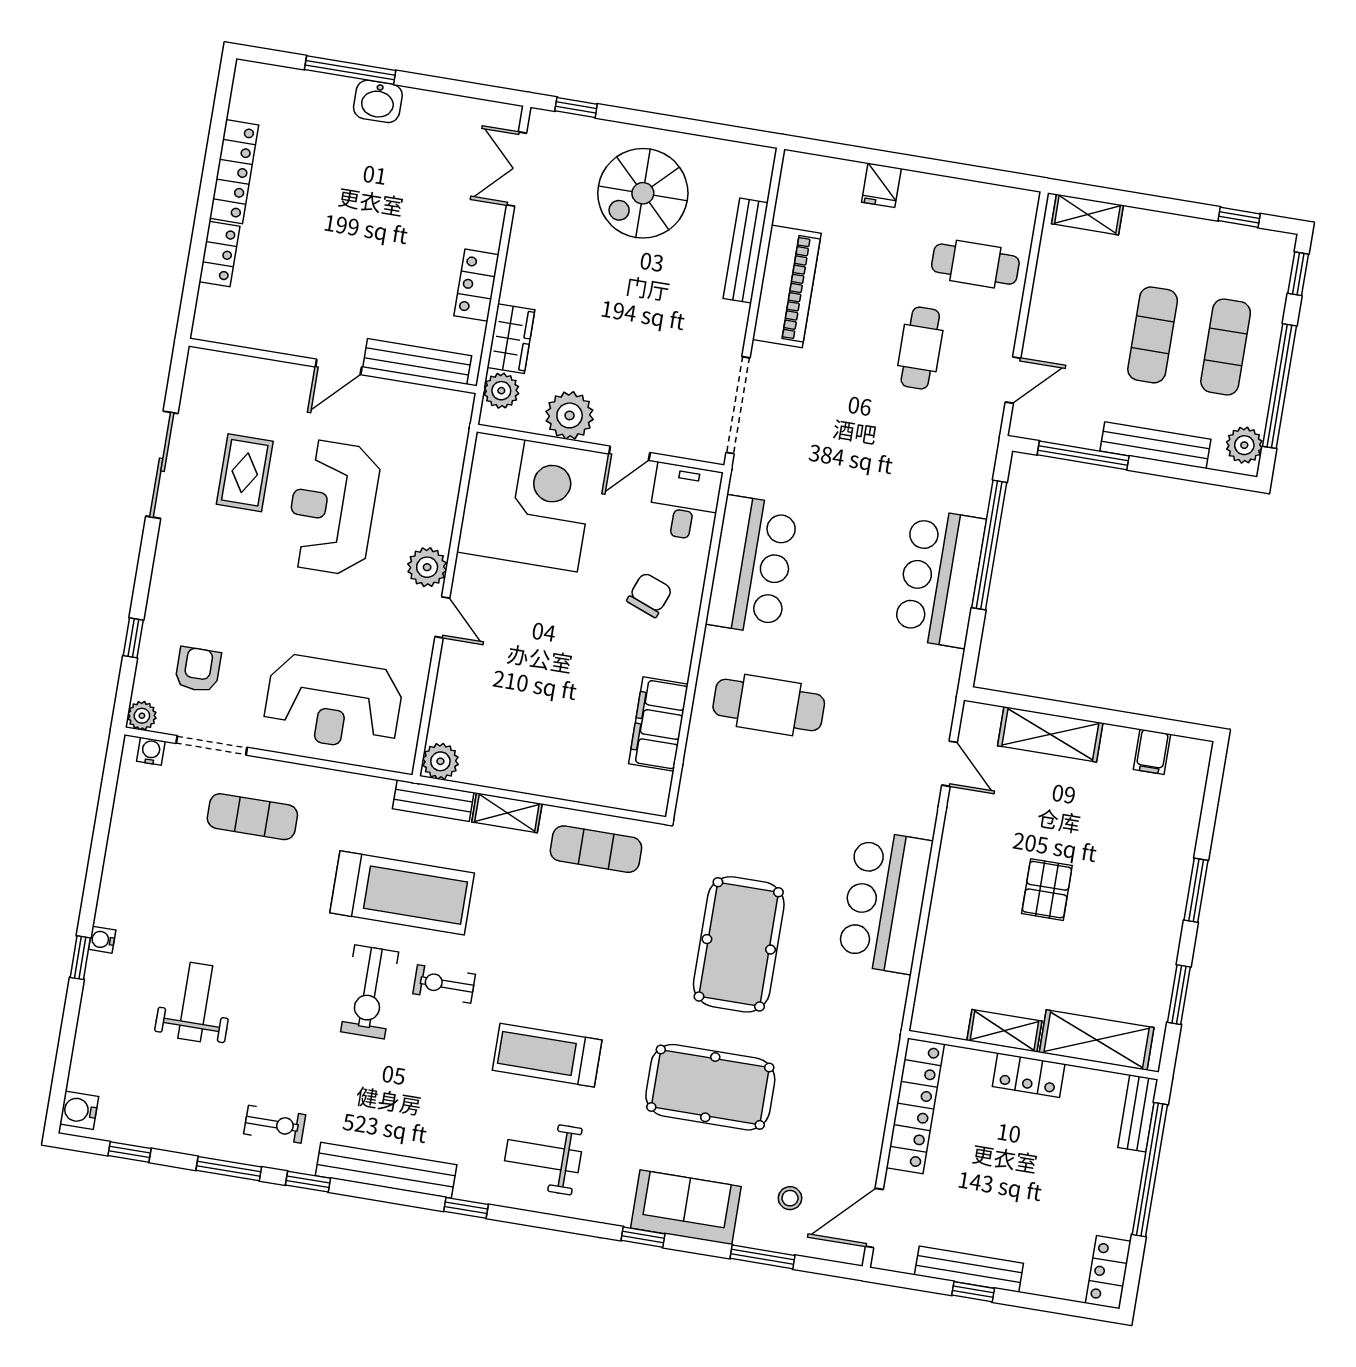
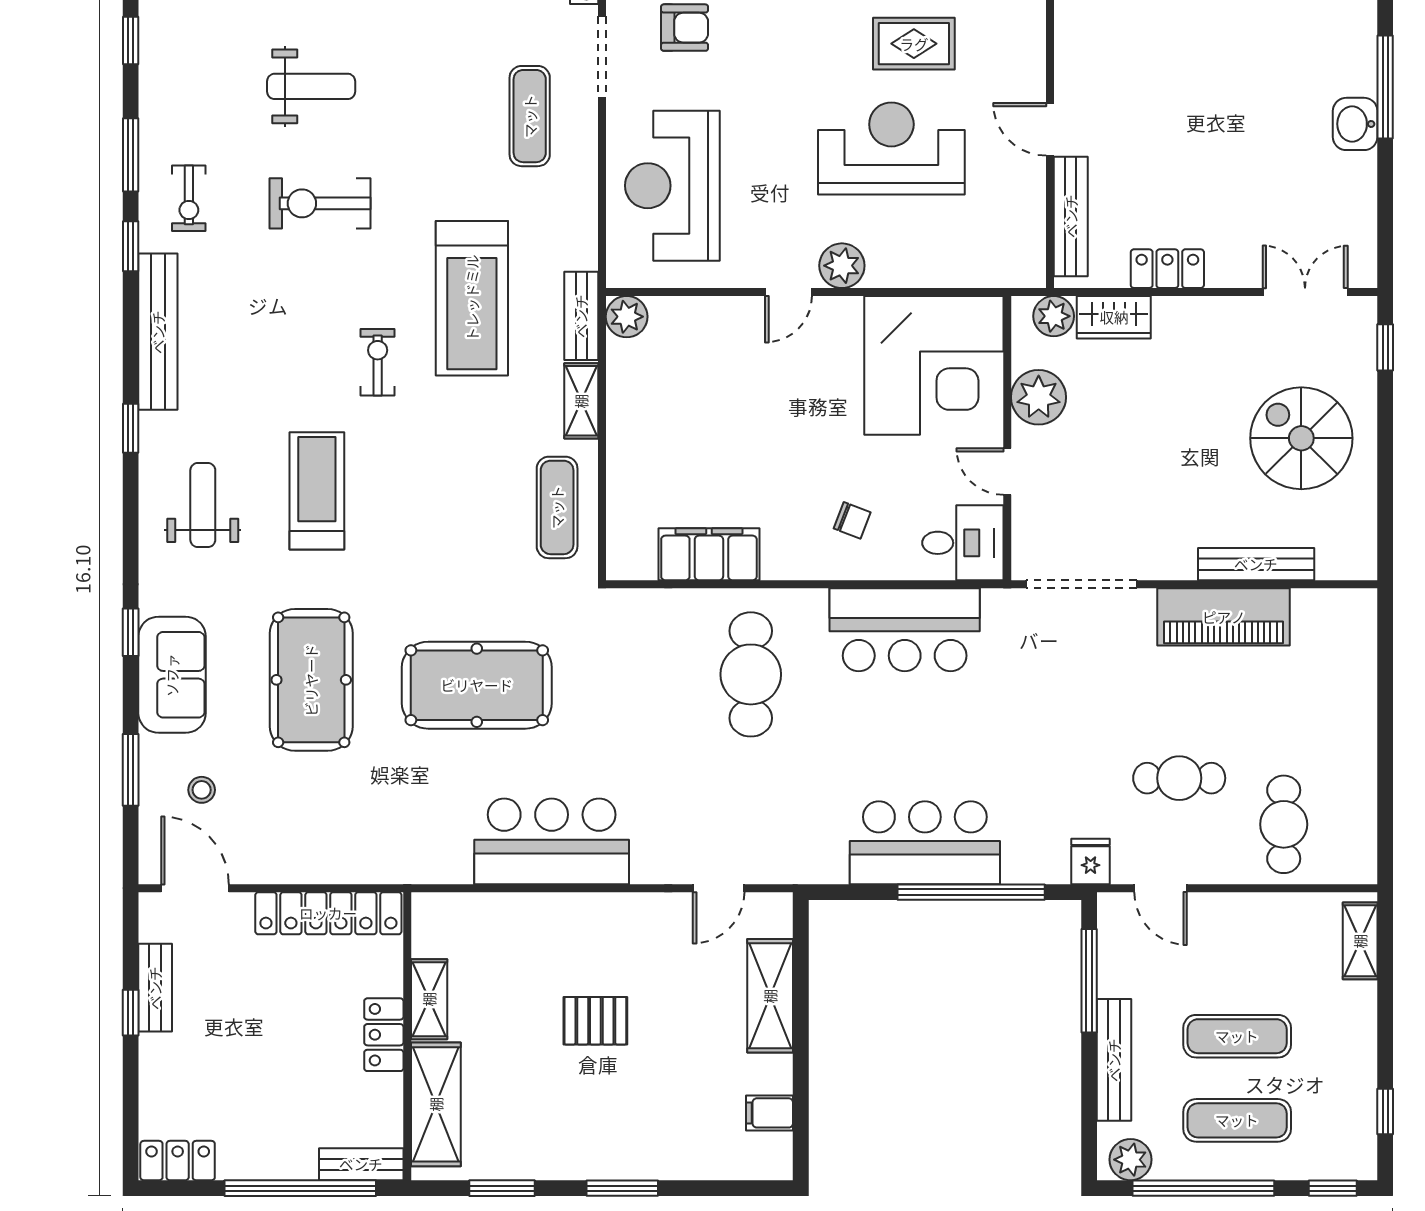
fridge: (881, 185) -> (1091, 862), moved, turned 90
chair: (650, 595) -> (852, 520), width x0.73, depth x0.73
exercise bike: (370, 992) -> (320, 203), moved
bench: (969, 1269) -> (155, 988), width x0.73

